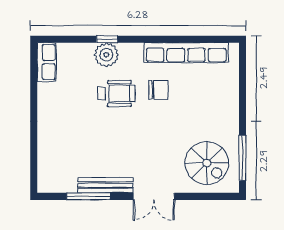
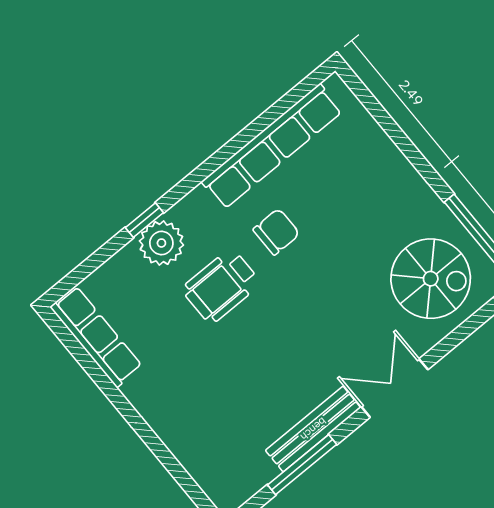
row of seats: (47, 62) -> (96, 337), width x1.48
wheelchair: (116, 93) -> (221, 286), turned 180
double door: (154, 196) -> (395, 388), swing flipped

